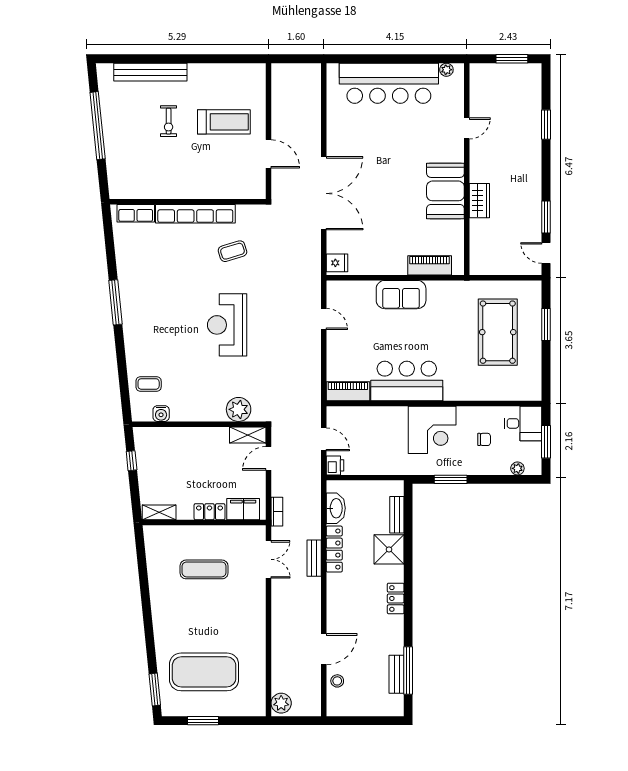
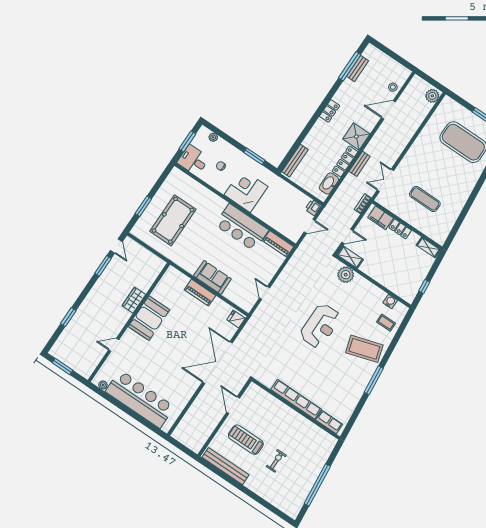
bench: (150, 72) -> (226, 466), moved
coffee table: (232, 251) -> (364, 349), moved, width x1.86, depth x1.72
piano: (430, 265) -> (200, 293), moved
door: (324, 439) -> (310, 226), swing flipped
bench: (397, 515) -> (295, 161), width x1.36
shower: (389, 549) -> (356, 137), moved

